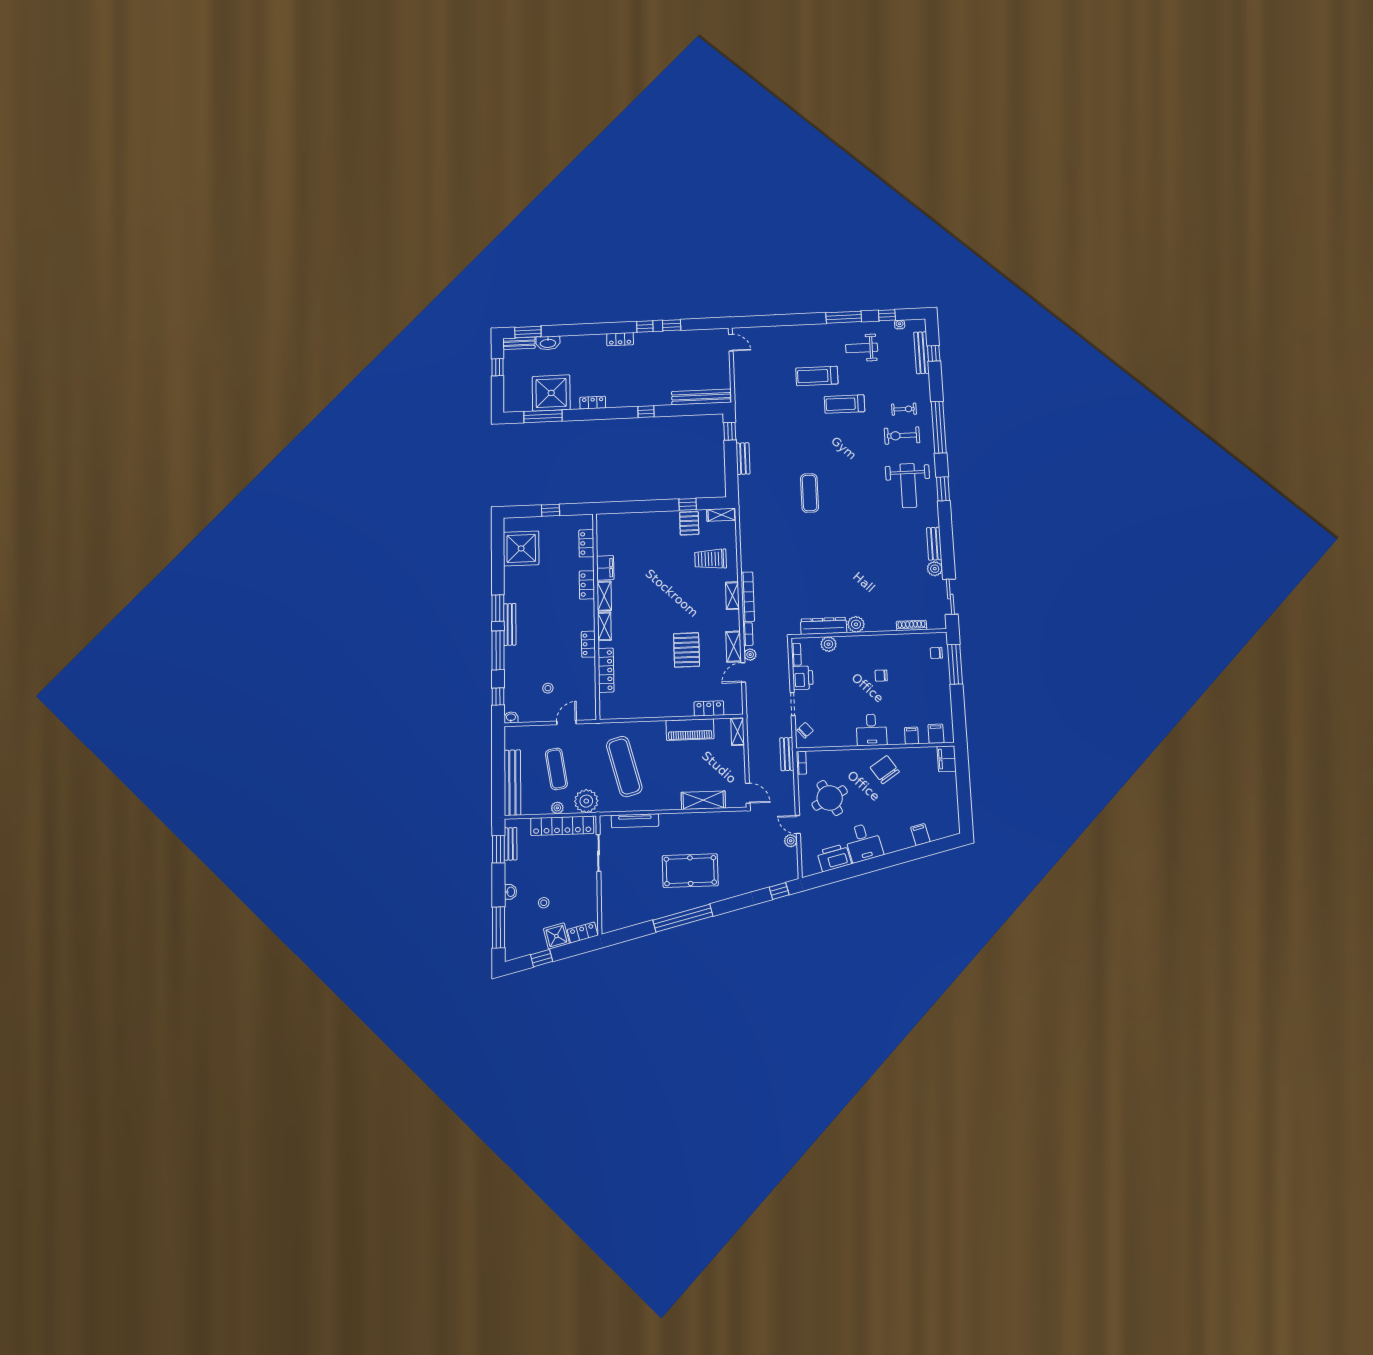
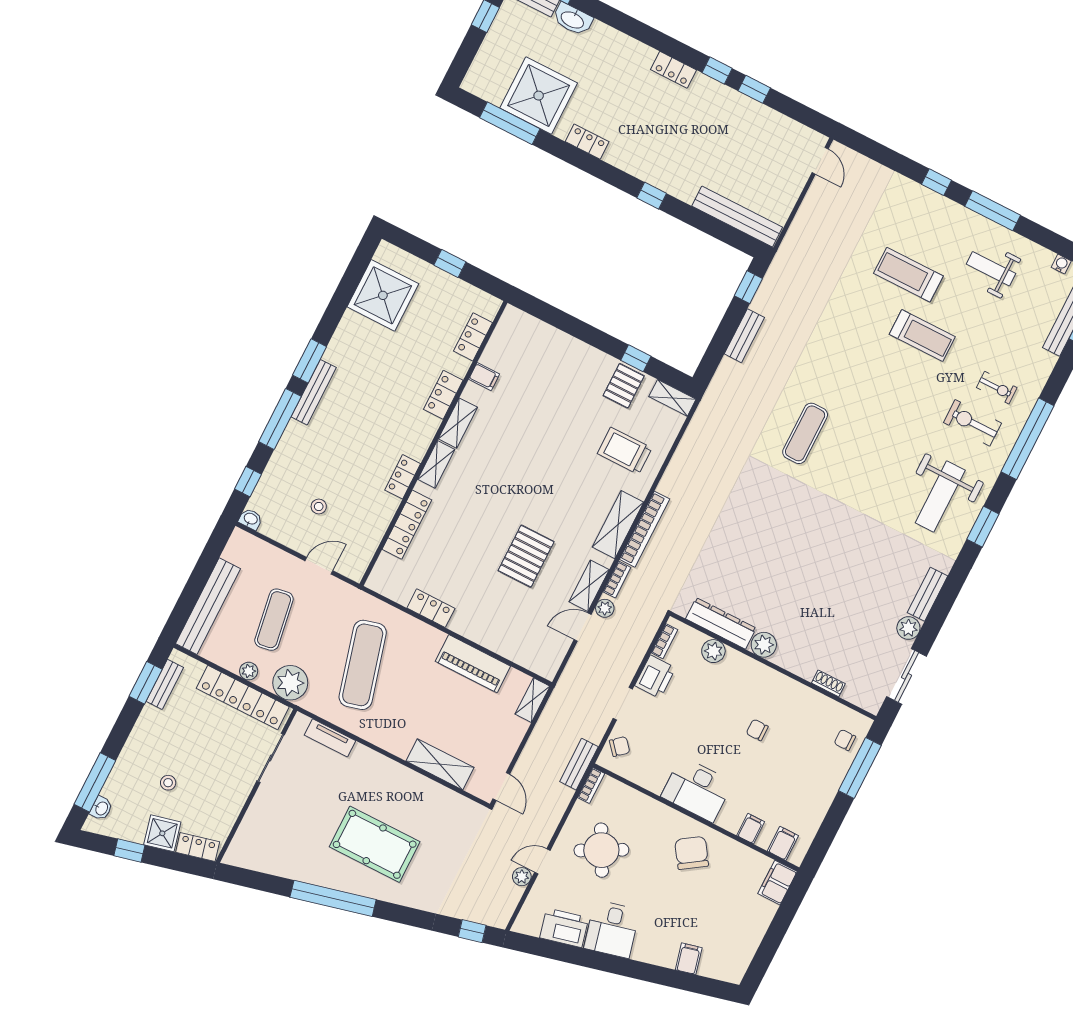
window: (887, 315) -> (937, 182), moved
treadmill: (845, 404) -> (922, 336), turned 180
filing cabinet: (605, 568) -> (484, 377), width x0.50
shelving: (732, 596) -> (618, 525), width x1.50, depth x1.33
shoe rack: (912, 625) -> (828, 683), width x0.70
locker: (709, 708) -> (431, 608), moved
desk: (871, 730) -> (697, 789), width x1.37
tv unit: (635, 821) -> (330, 738), width x0.71
door: (798, 825) -> (542, 861), hinge flipped
washbasin: (510, 892) -> (101, 808), moved

